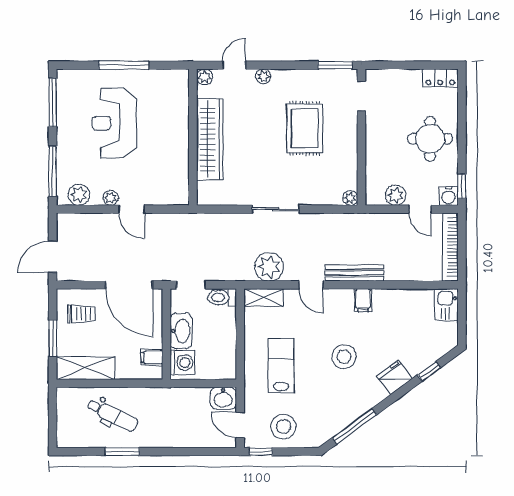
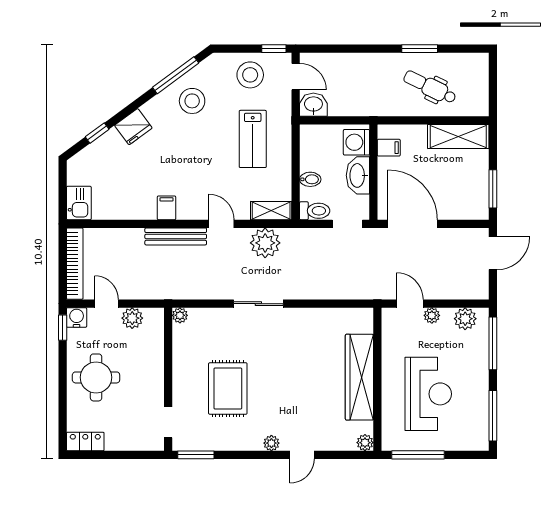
plant: (205, 77) -> (365, 443), moved
wall: (193, 137) -> (377, 379), moved
wardrobe: (210, 139) -> (359, 377), moved
trolley: (82, 314) -> (462, 193), removed
bidet: (226, 327) -> (310, 179), added
window: (53, 338) -> (493, 189), moved
stool: (344, 357) -> (192, 101), moved

